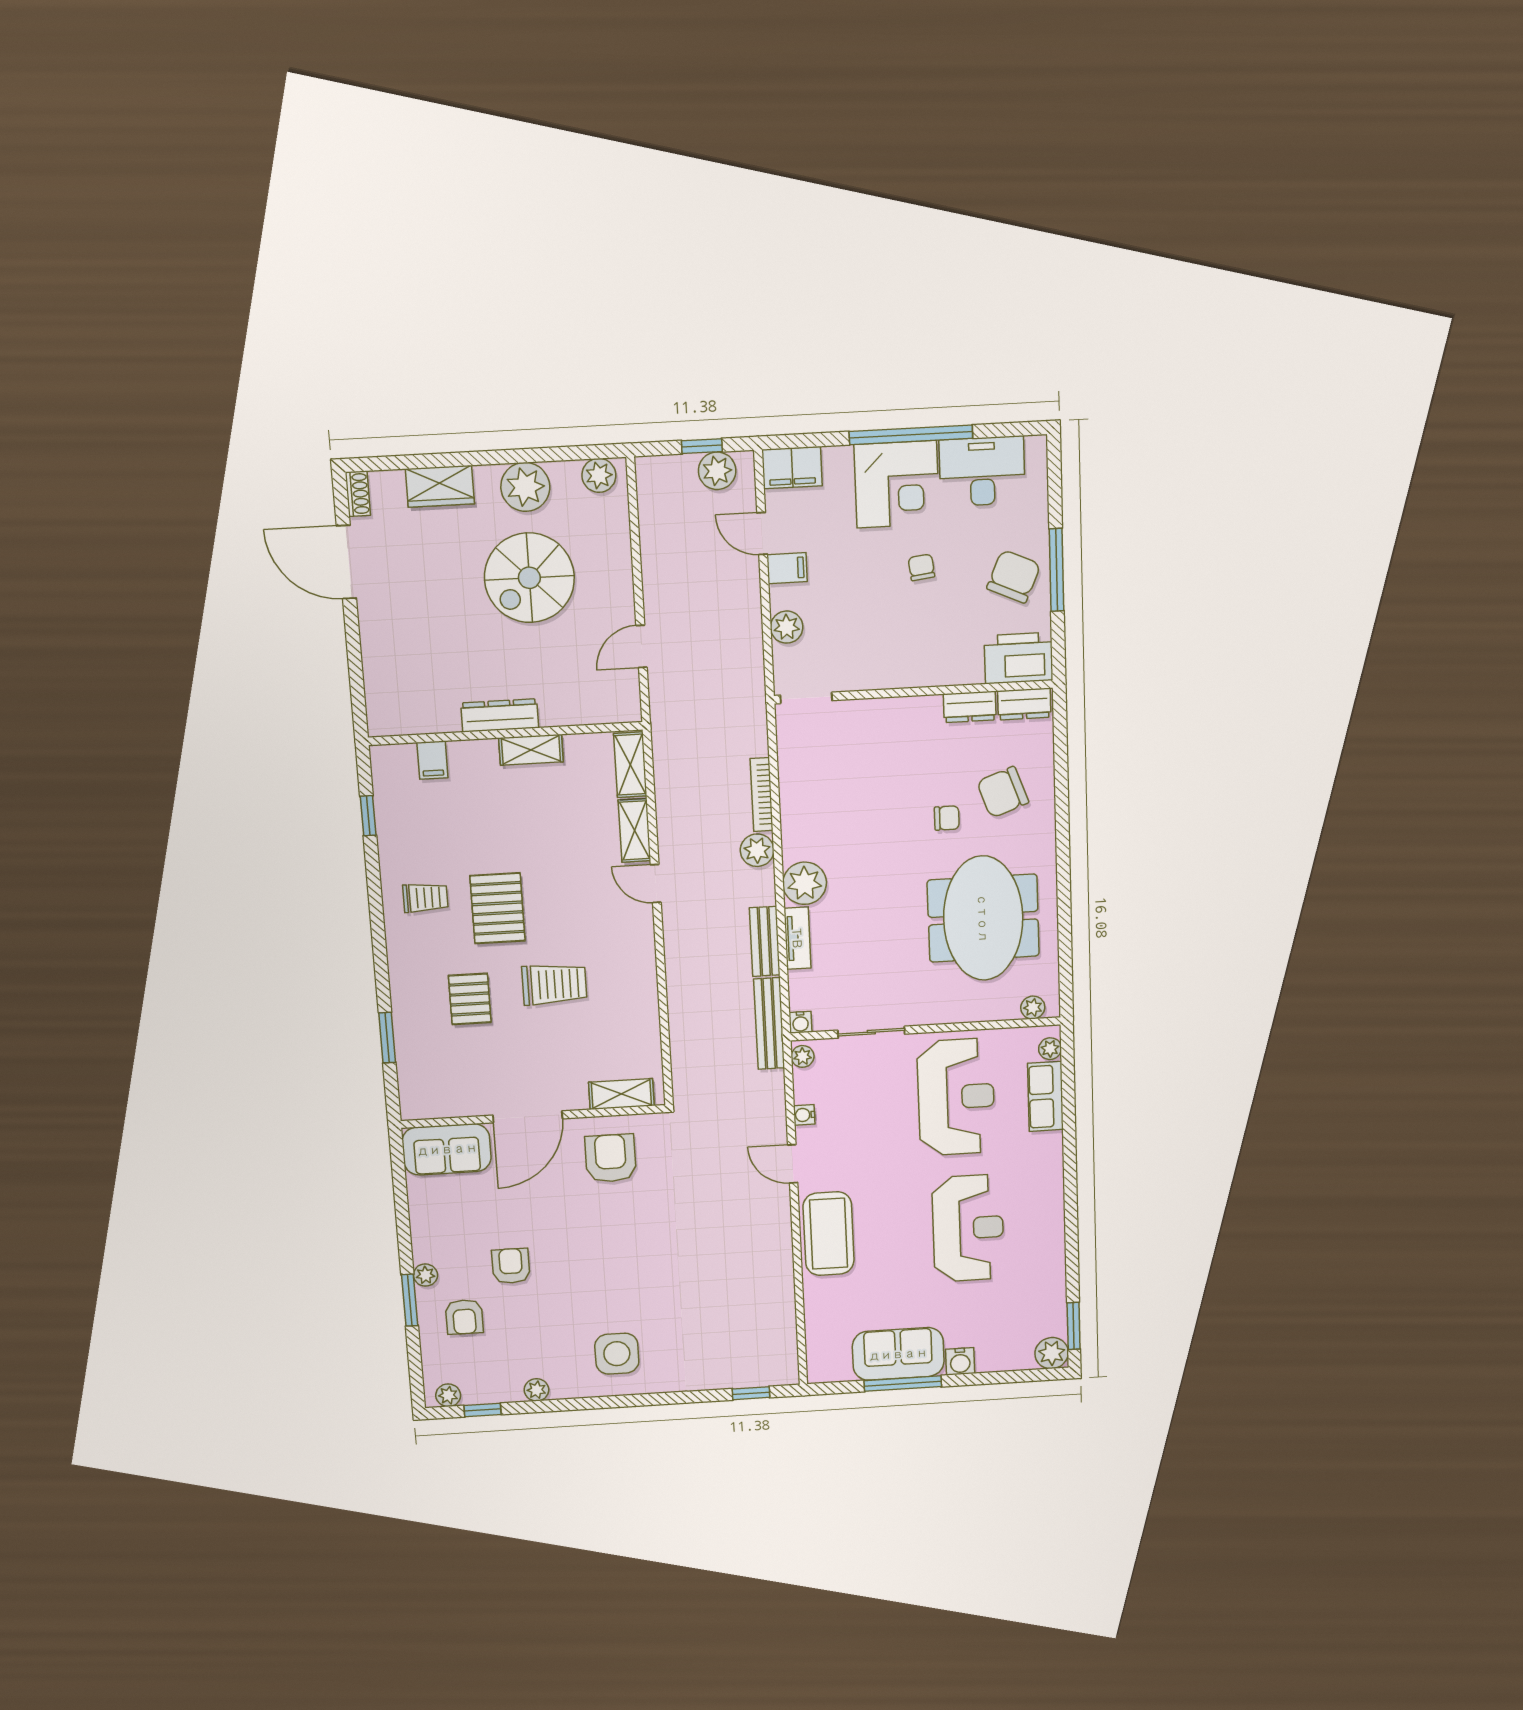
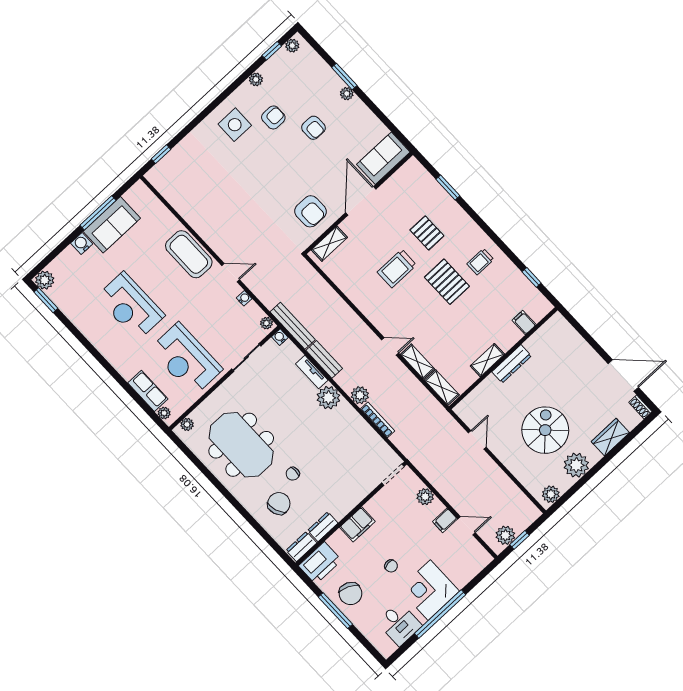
filing cabinet: (792, 468) -> (357, 524), moved, turned 180
desk: (982, 471) -> (399, 624), width x0.73
armchair: (464, 1317) -> (273, 117), moved, turned 90

